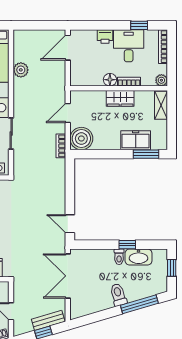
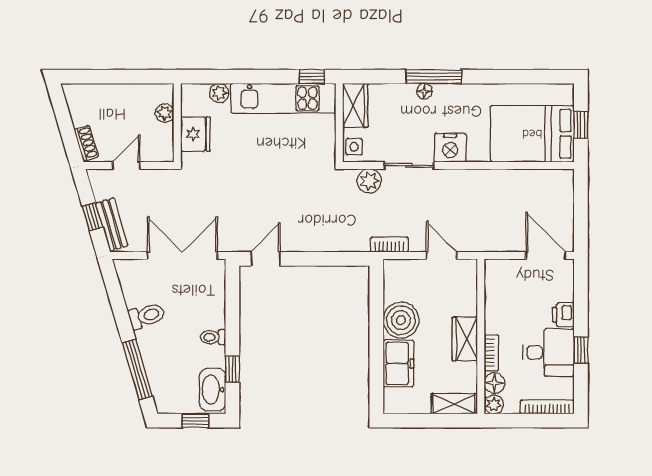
window: (139, 25) -> (581, 350), moved
plant: (21, 70) -> (369, 181), moved
floor lamp: (110, 80) -> (494, 383), moved
boiler: (81, 139) -> (401, 320), moved
window: (146, 154) -> (376, 380), removed
window: (127, 245) -> (232, 369), moved
washbasin: (139, 257) -> (213, 390), moved
toilet: (118, 295) -> (147, 316), moved

